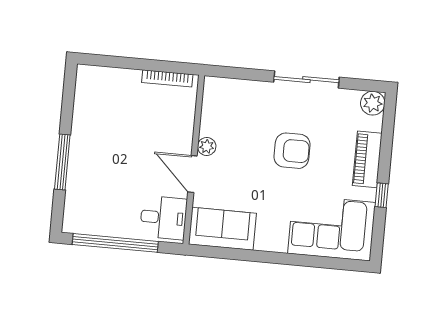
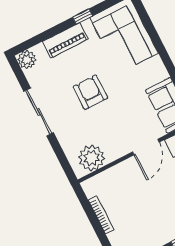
bookcase: (167, 78) -> (101, 215), moved
plant: (207, 146) -> (91, 158), moved, width x1.88, depth x1.88

